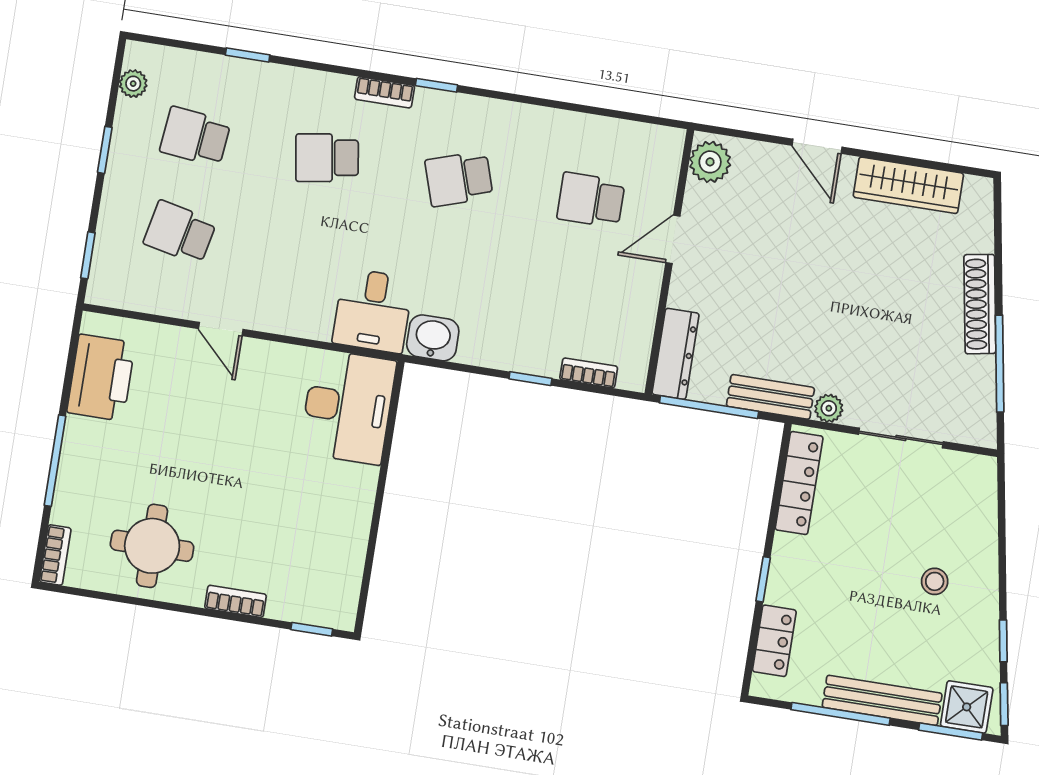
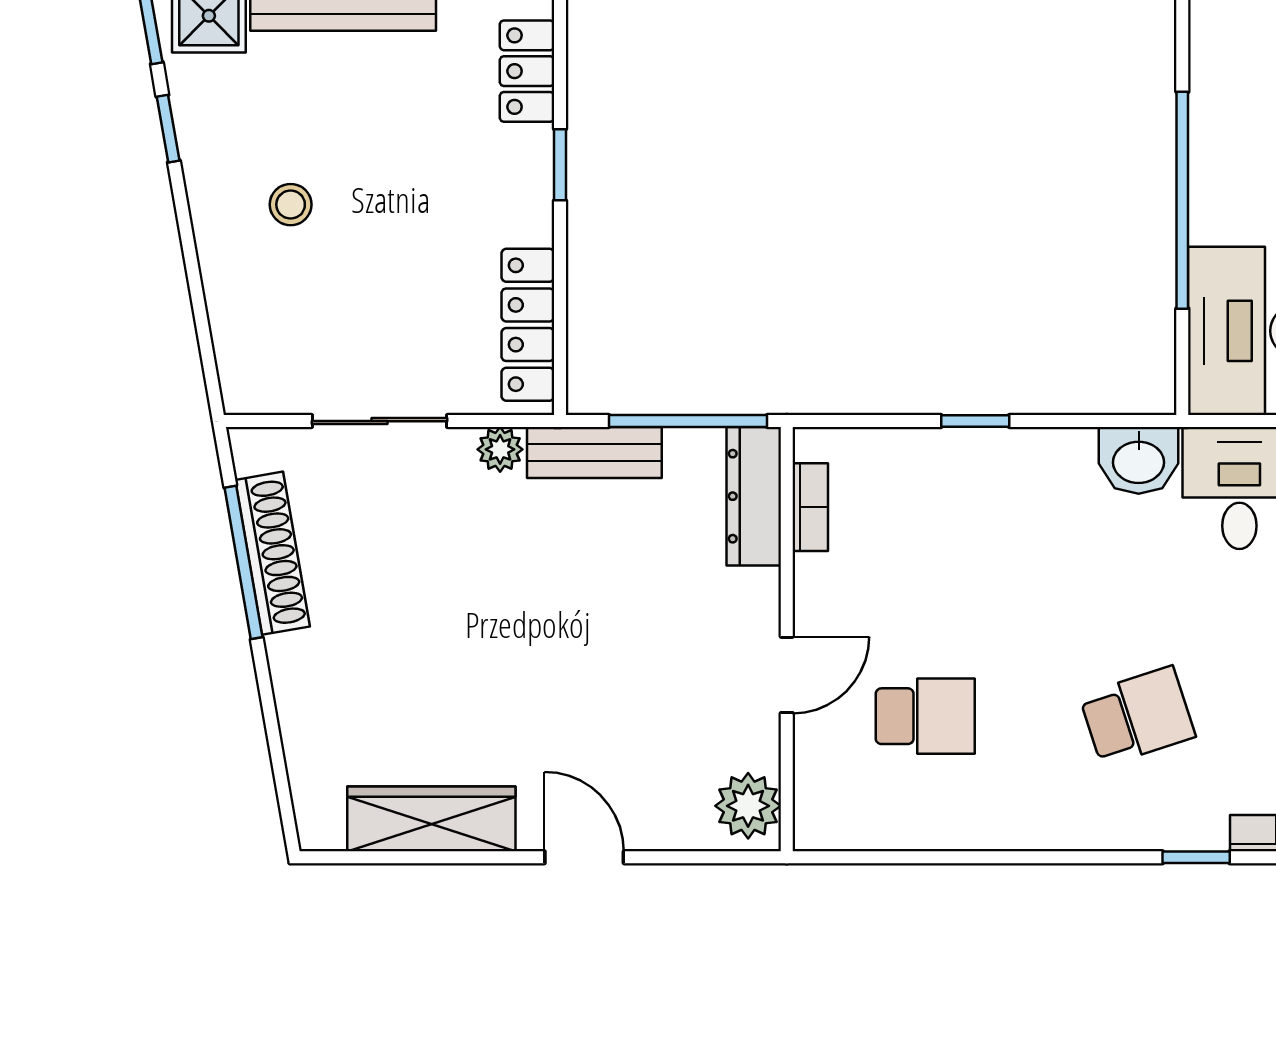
shoe rack: (980, 304) -> (272, 553), moved
bookcase: (589, 373) -> (810, 507), moved, turned -90
window: (380, 495) -> (1182, 200), added

